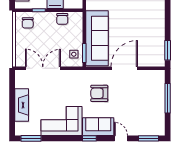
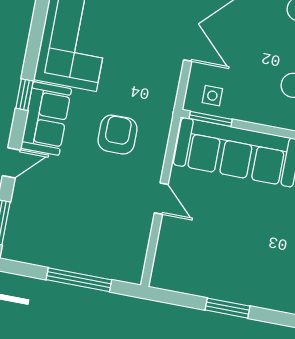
window: (168, 50) -> (228, 308), moved
door: (124, 68) -> (161, 199), width x0.53

